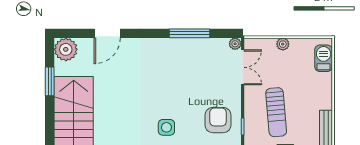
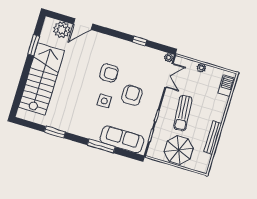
window: (190, 33) -> (140, 41), width x0.46
plant: (66, 49) -> (62, 30), moved
armchair: (161, 88) -> (109, 73), added
armchair: (218, 120) -> (132, 95), moved

